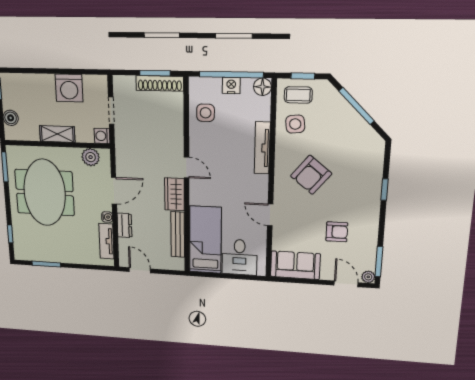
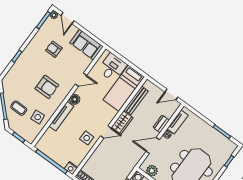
nightstand: (231, 86) -> (71, 168), moved
floor lamp: (262, 87) -> (75, 99), moved
coffee table: (298, 95) -> (19, 108), moved
side table: (206, 113) -> (87, 138), moved
door: (187, 167) -> (106, 132), swing flipped
armchair: (311, 175) -> (47, 87), turned 51
door: (270, 215) -> (81, 80), hinge flipped
door: (140, 270) -> (171, 94), hinge flipped

